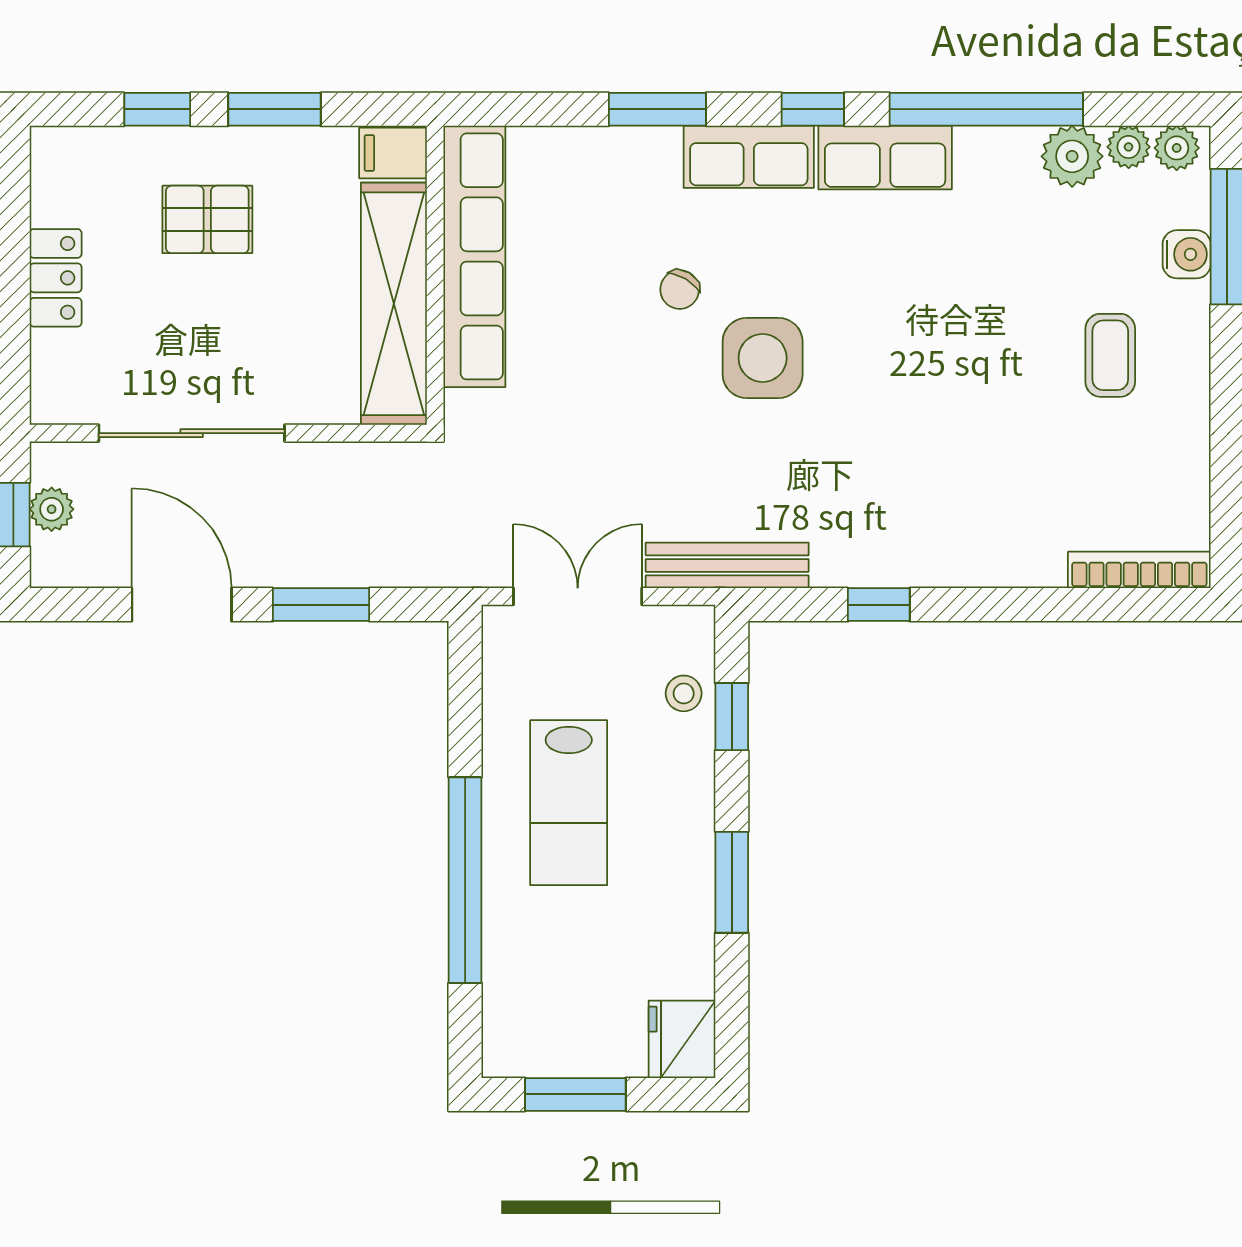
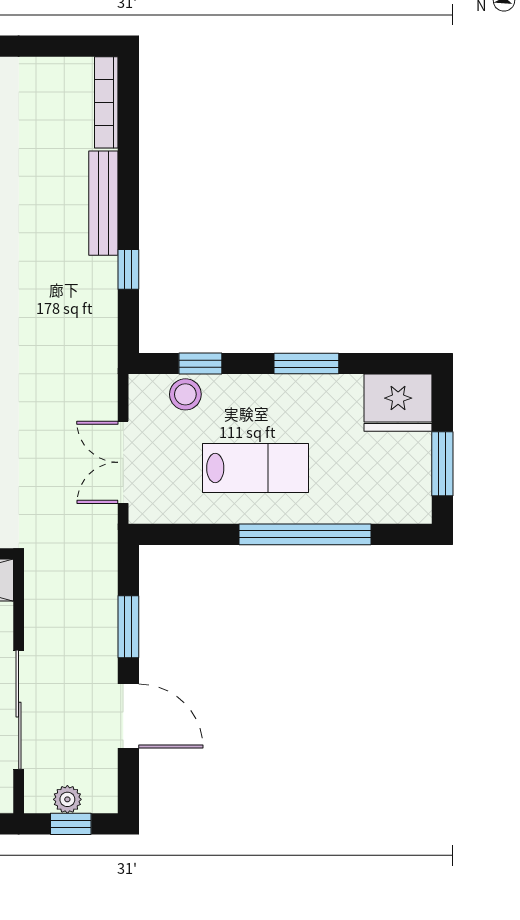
bench: (727, 565) -> (103, 203), moved
door: (182, 605) -> (128, 716), swing flipped
stool: (684, 693) -> (185, 394), width x1.37, depth x1.37
fridge: (682, 1039) -> (398, 403), width x1.36, depth x1.34

